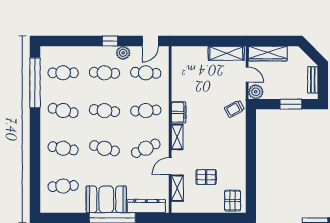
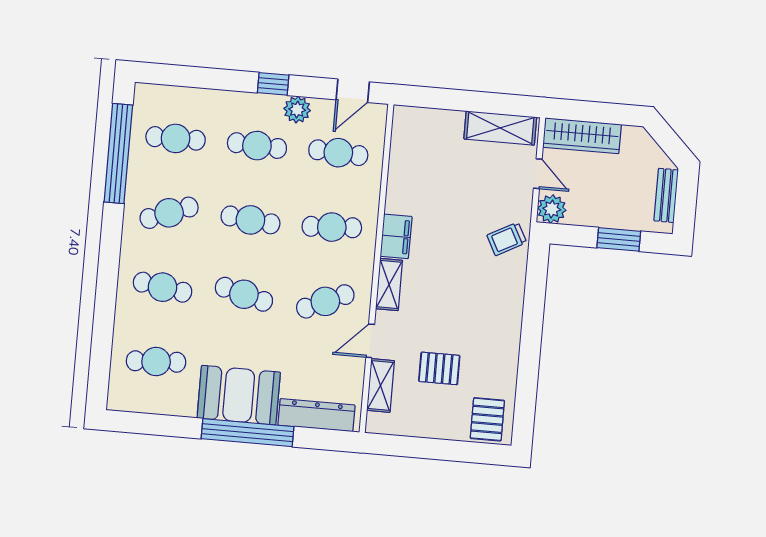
cafe table: (63, 111) -> (169, 213), turned -33

